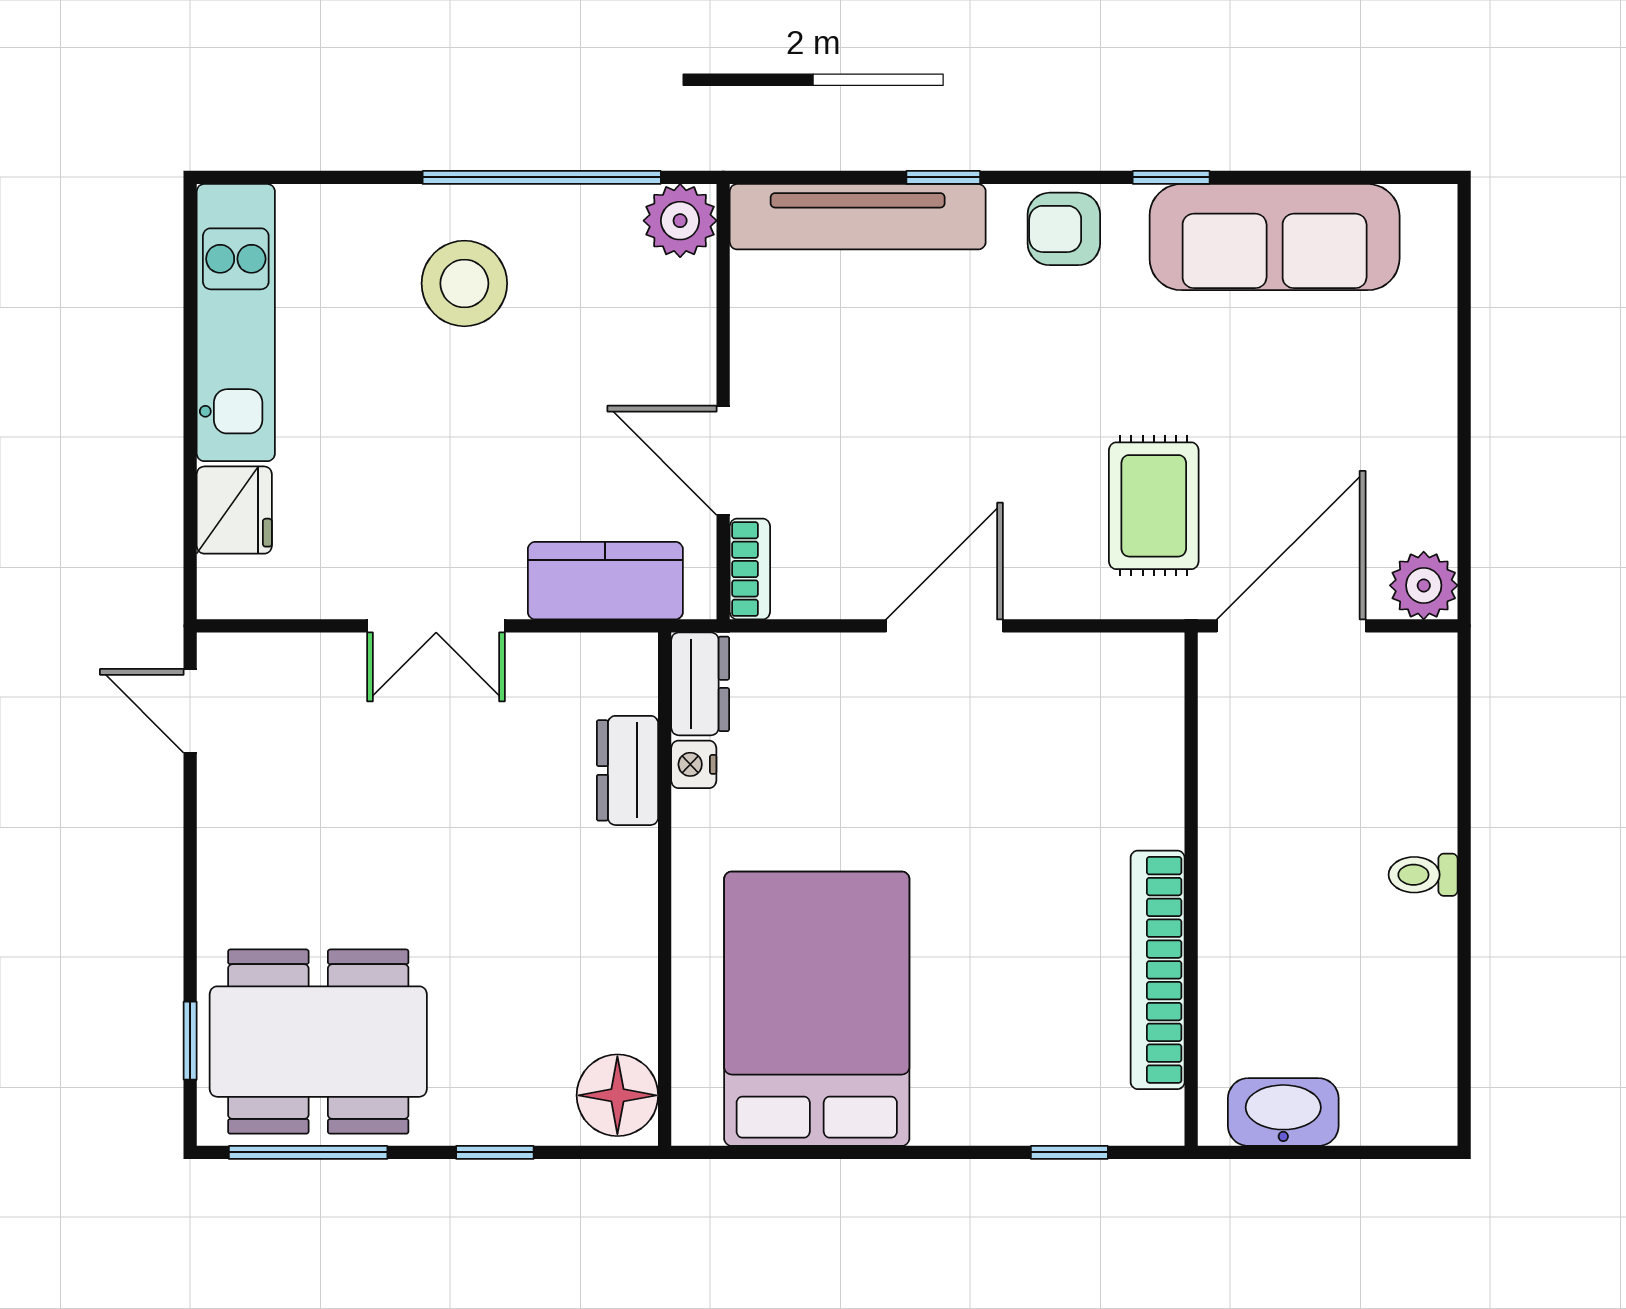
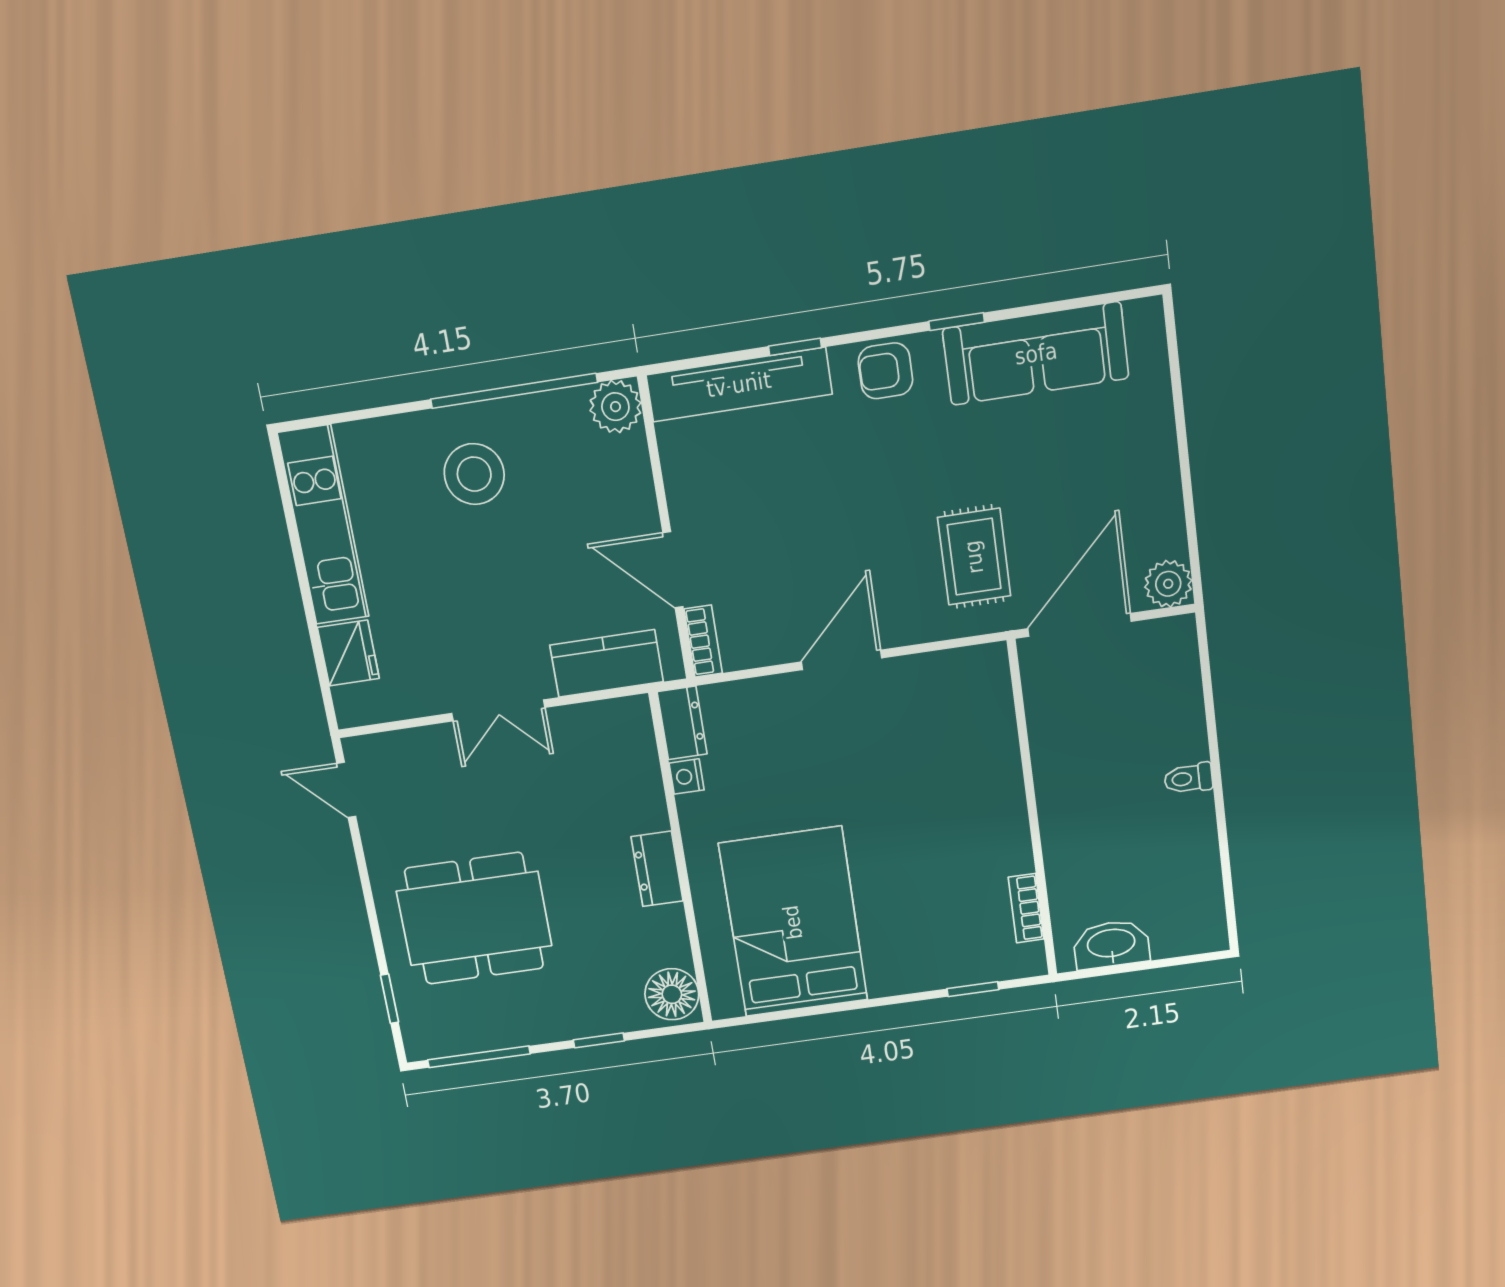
dresser: (628, 770) -> (657, 869), moved
bookcase: (1158, 970) -> (1026, 908), width x0.43, depth x0.76
dining table: (318, 1042) -> (474, 918), moved

